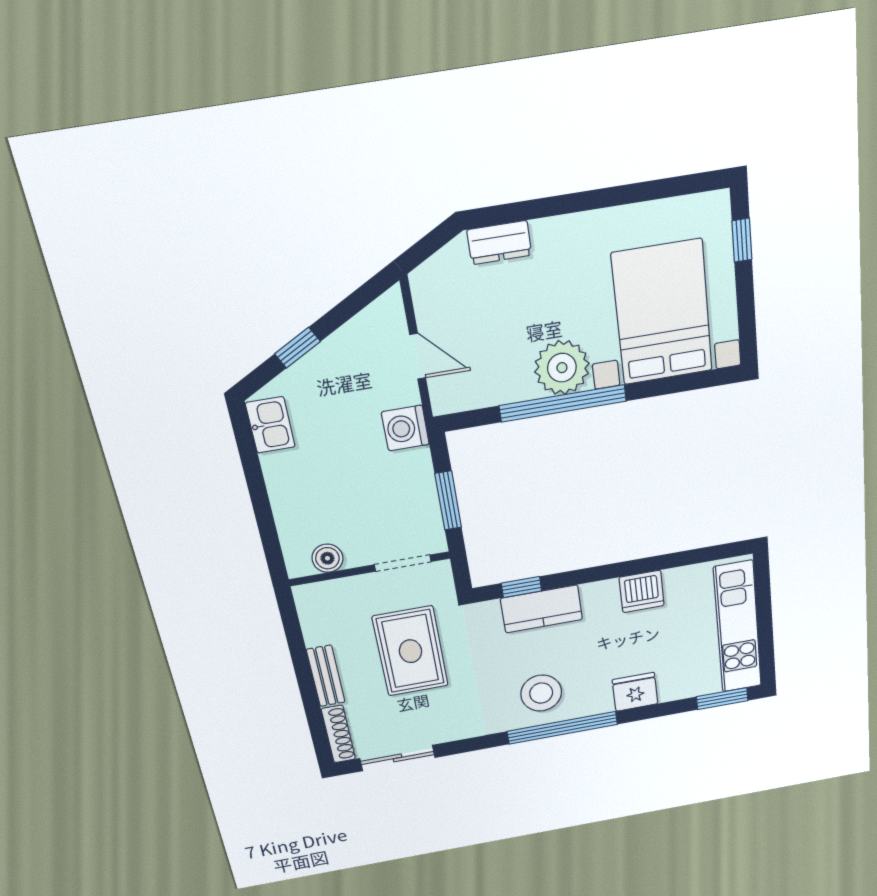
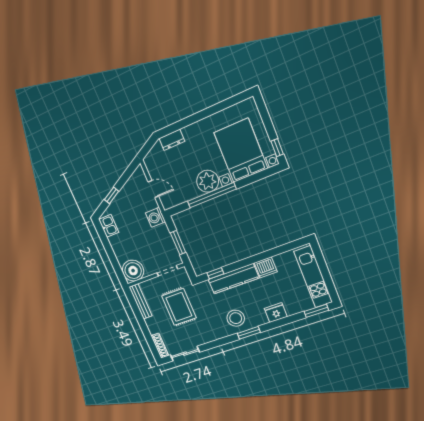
window: (742, 240) -> (277, 148), moved
boiler: (327, 558) -> (133, 271), width x1.86, depth x1.86
kitchen counter: (542, 609) -> (233, 279), width x1.50
bench: (326, 676) -> (141, 302), moved, width x1.36
window: (562, 728) -> (249, 333), width x0.47

